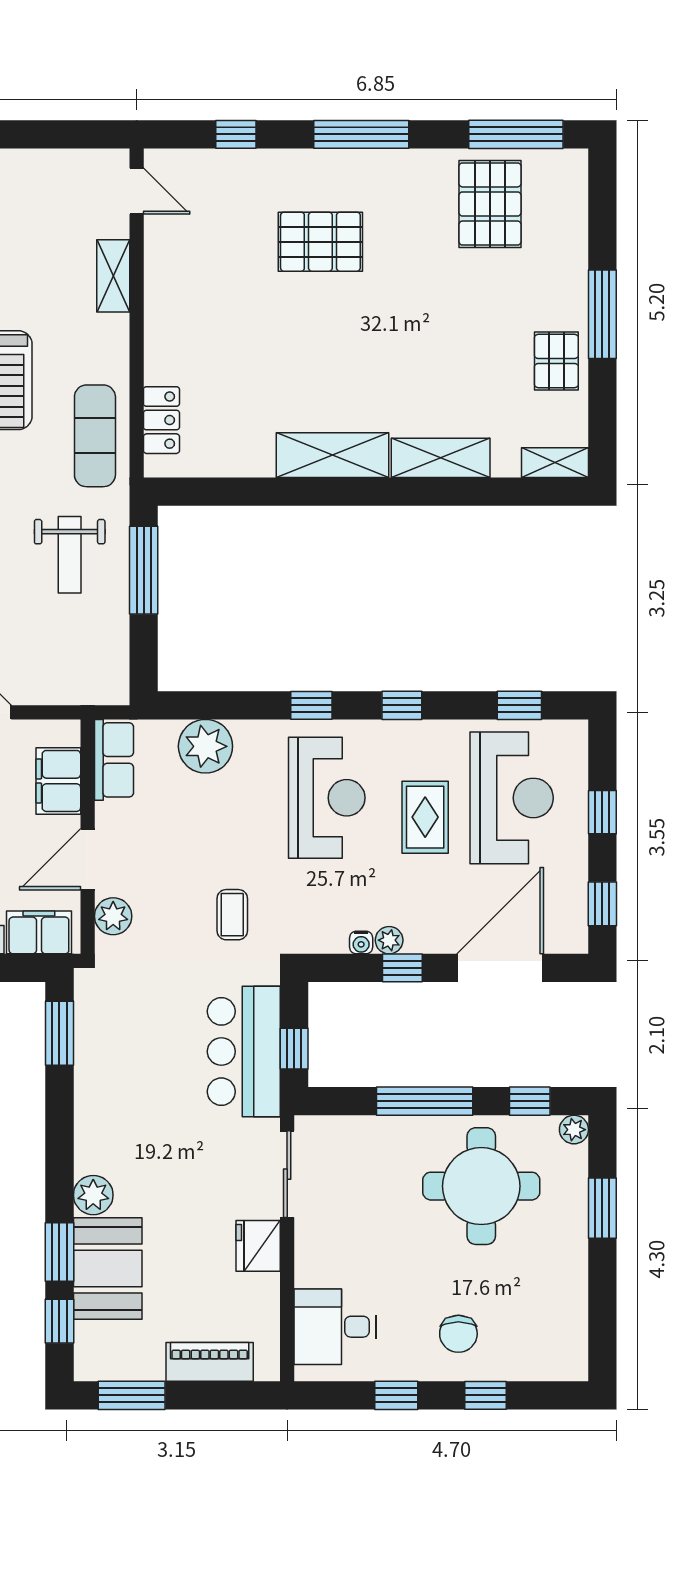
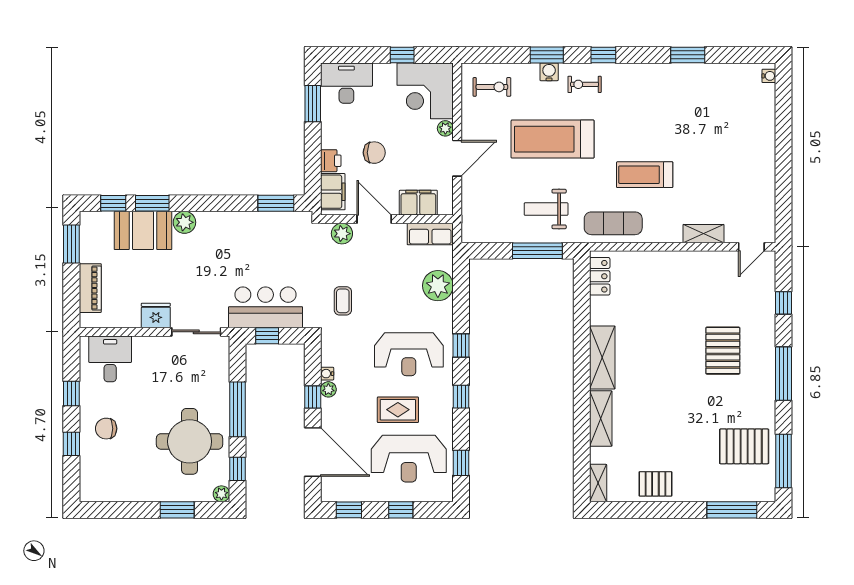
window: (602, 314) -> (732, 510), moved
locker: (161, 420) -> (600, 276), moved, turned -90
coffee table: (232, 915) -> (343, 301), turned 90

